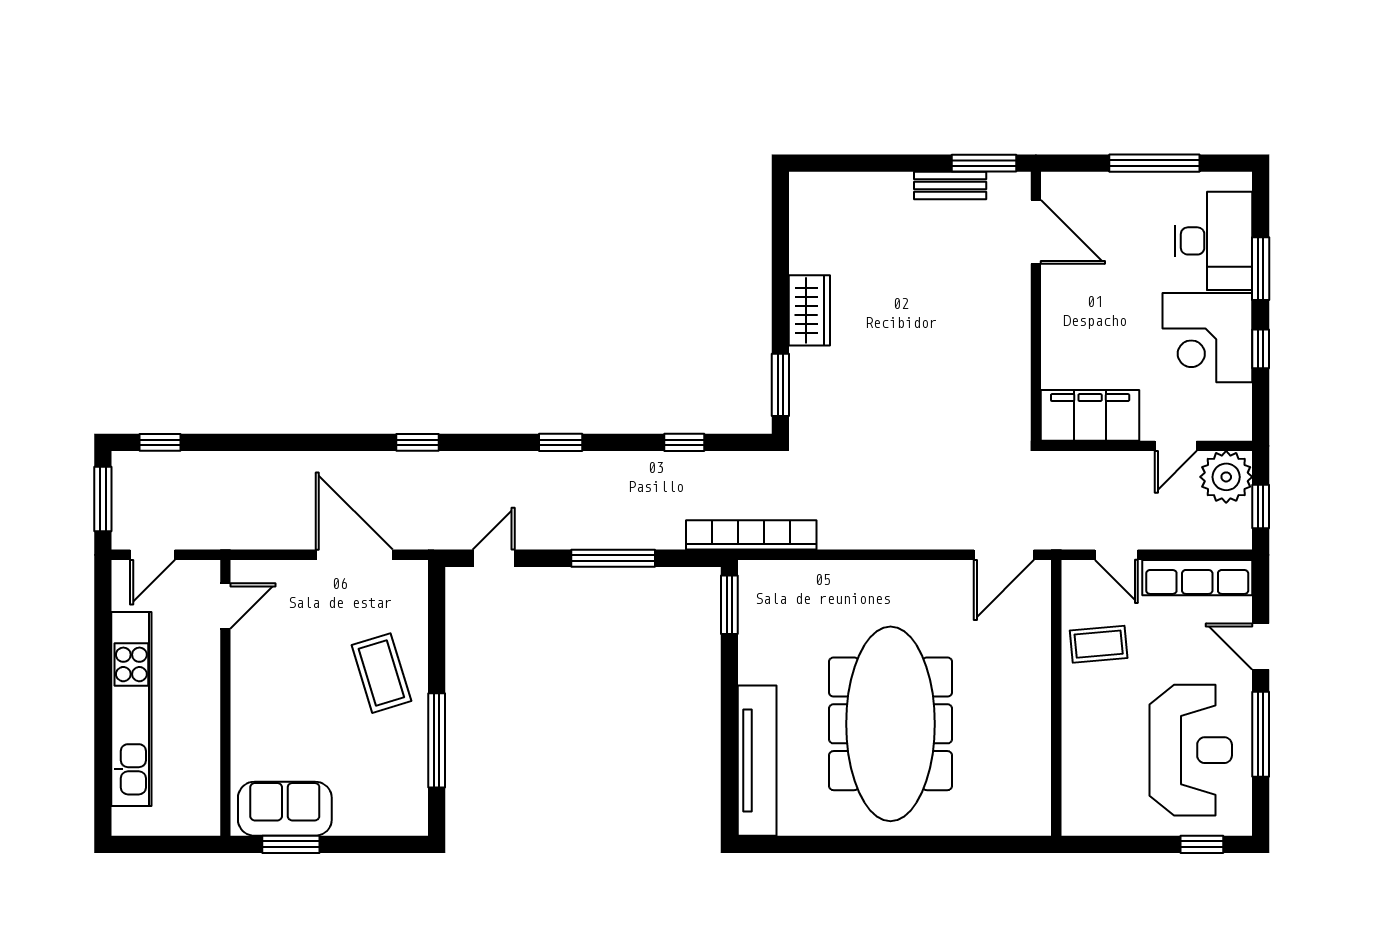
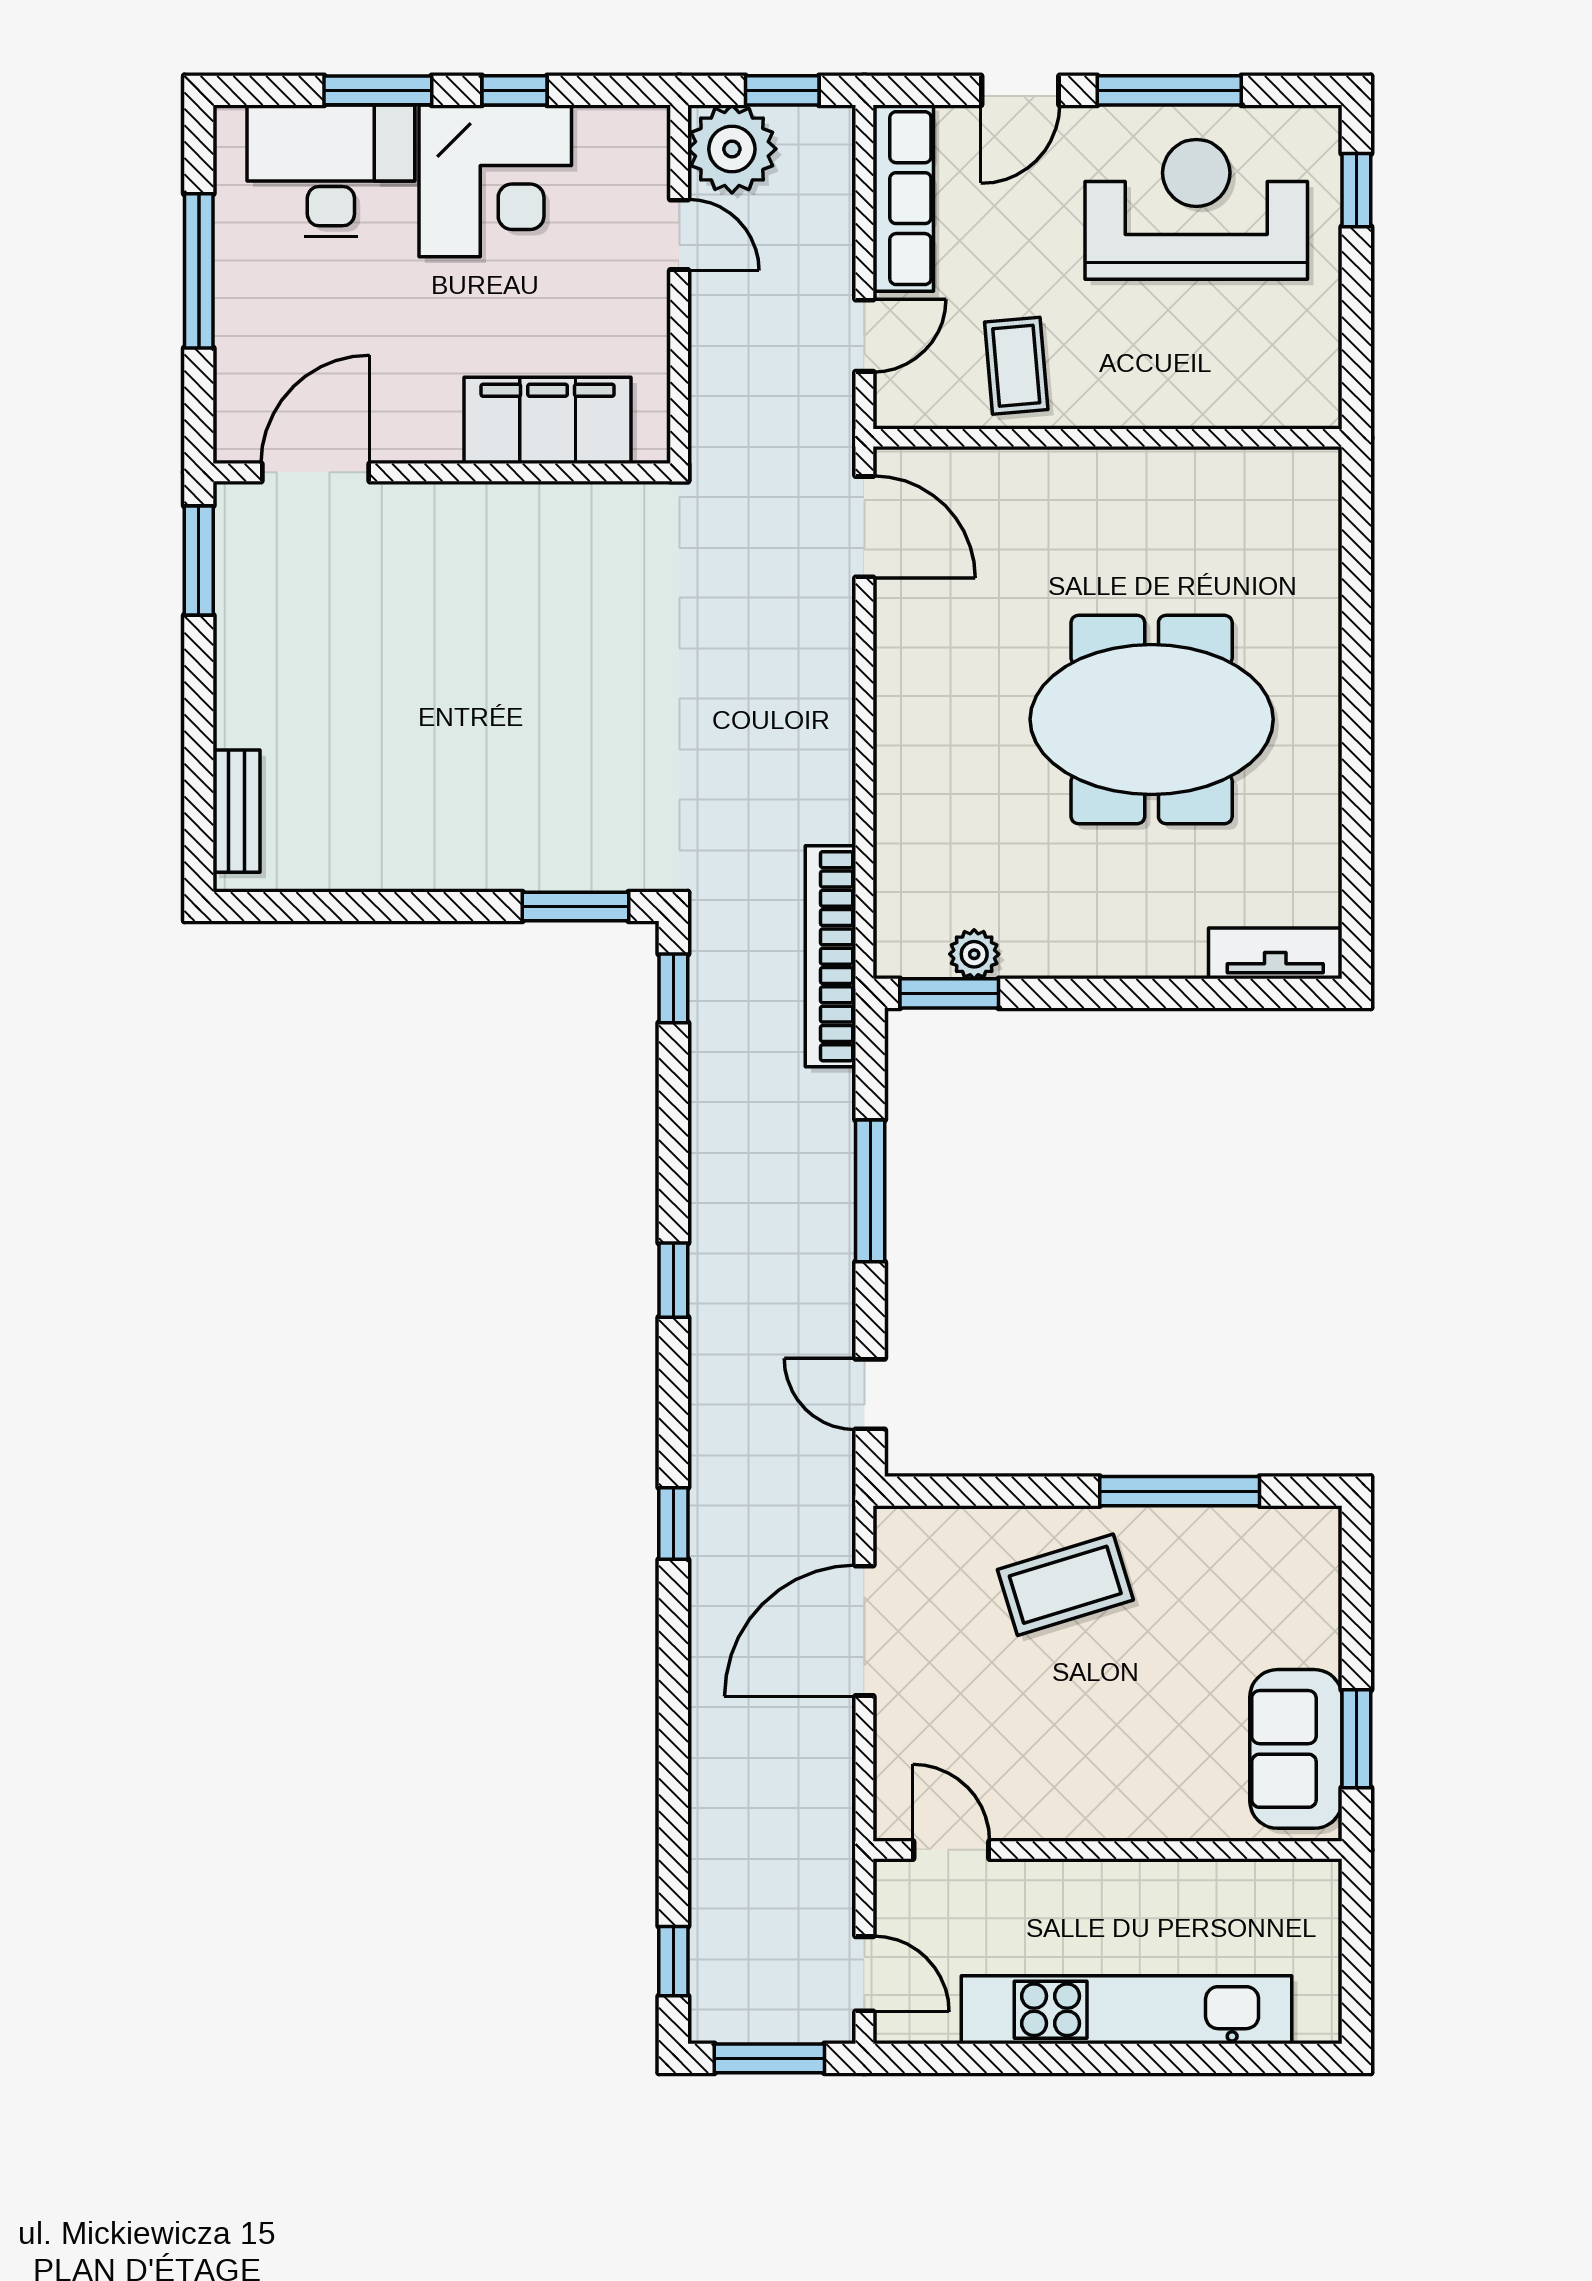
bench: (950, 186) -> (237, 811), moved
wardrobe: (809, 310) -> (449, 857), removed
filing cabinet: (1090, 415) -> (548, 420), moved, turned 90
window: (684, 442) -> (673, 988), moved
plant: (752, 619) -> (974, 954), added
meeting table: (890, 724) -> (1152, 719), width x0.73
tv unit: (757, 761) -> (1275, 953), width x0.52, depth x0.78

